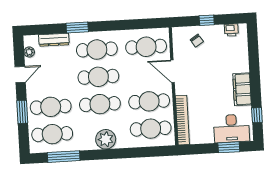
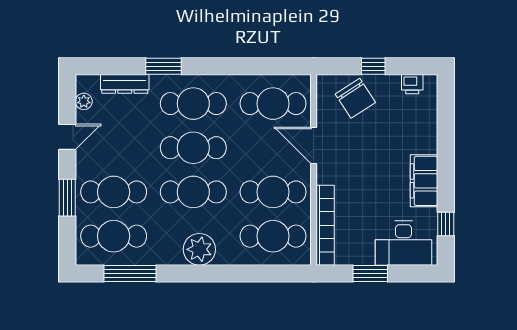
chair: (197, 41) -> (355, 98), width x1.87, depth x1.87
window: (229, 147) -> (370, 273), moved

